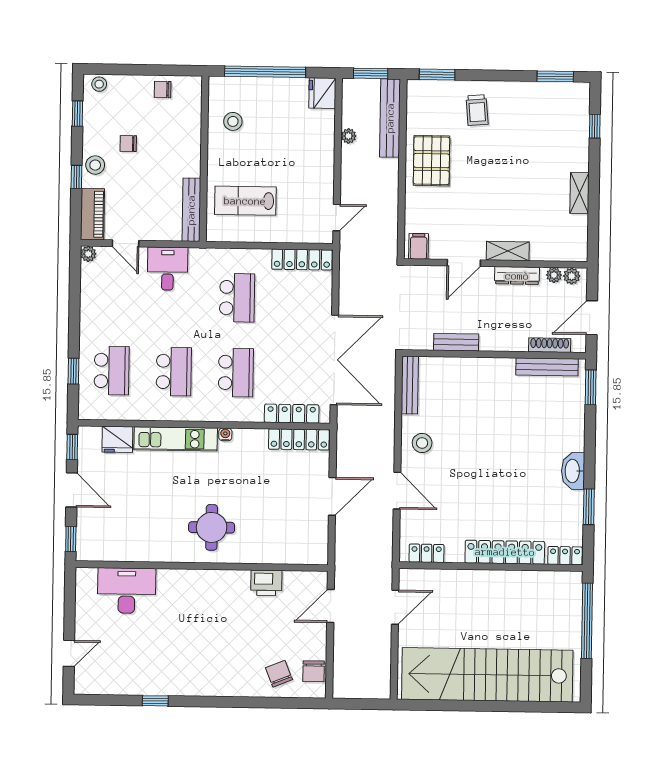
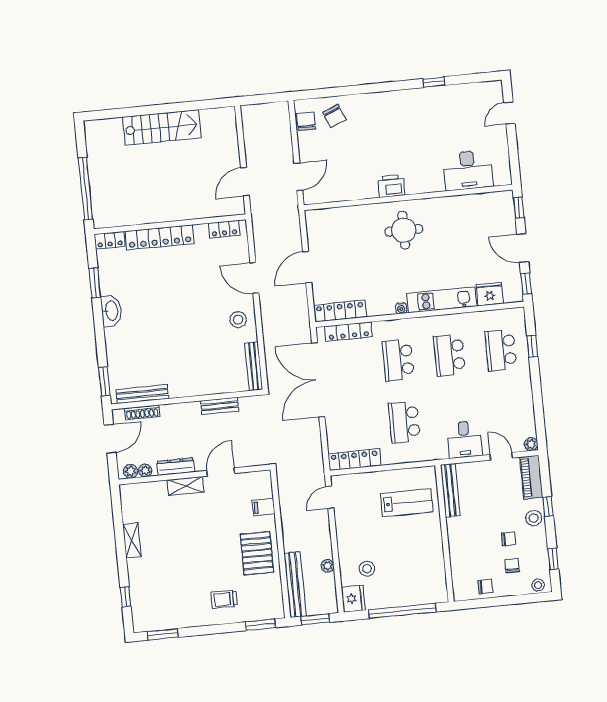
trolley: (477, 110) -> (224, 599), turned -85
chair: (128, 111) -> (512, 566), added
stool: (233, 121) -> (367, 569), moved
filing cabinet: (419, 246) -> (264, 507), moved, turned 90
printer: (266, 583) -> (391, 186), moved
stairs: (487, 675) -> (162, 127), width x0.54, depth x0.66

